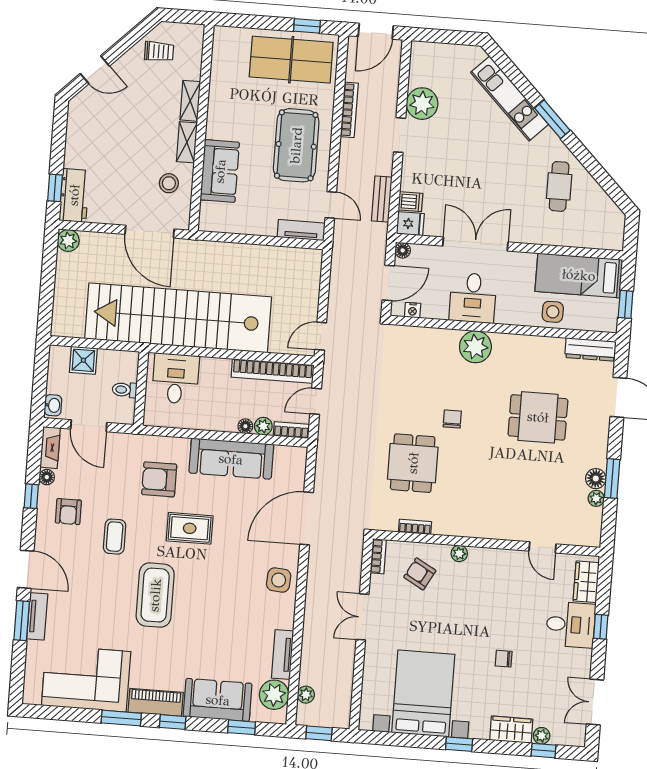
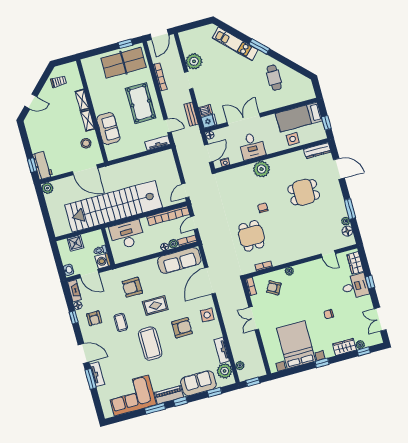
desk: (176, 379) -> (127, 235), width x1.37
washing machine: (122, 411) -> (103, 261), added
sofa: (231, 459) -> (179, 260), moved
floor lamp: (596, 479) -> (347, 231), moved
armchair: (224, 587) -> (182, 328), added

